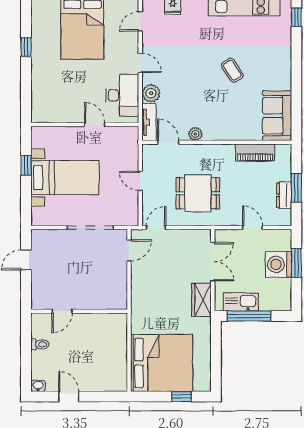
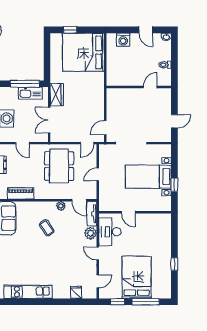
coffee table: (232, 70) -> (47, 228), moved
door: (140, 181) -> (98, 174), swing flipped
dining table: (198, 193) -> (59, 166), width x1.37
washing machine: (102, 382) -> (123, 40), added

